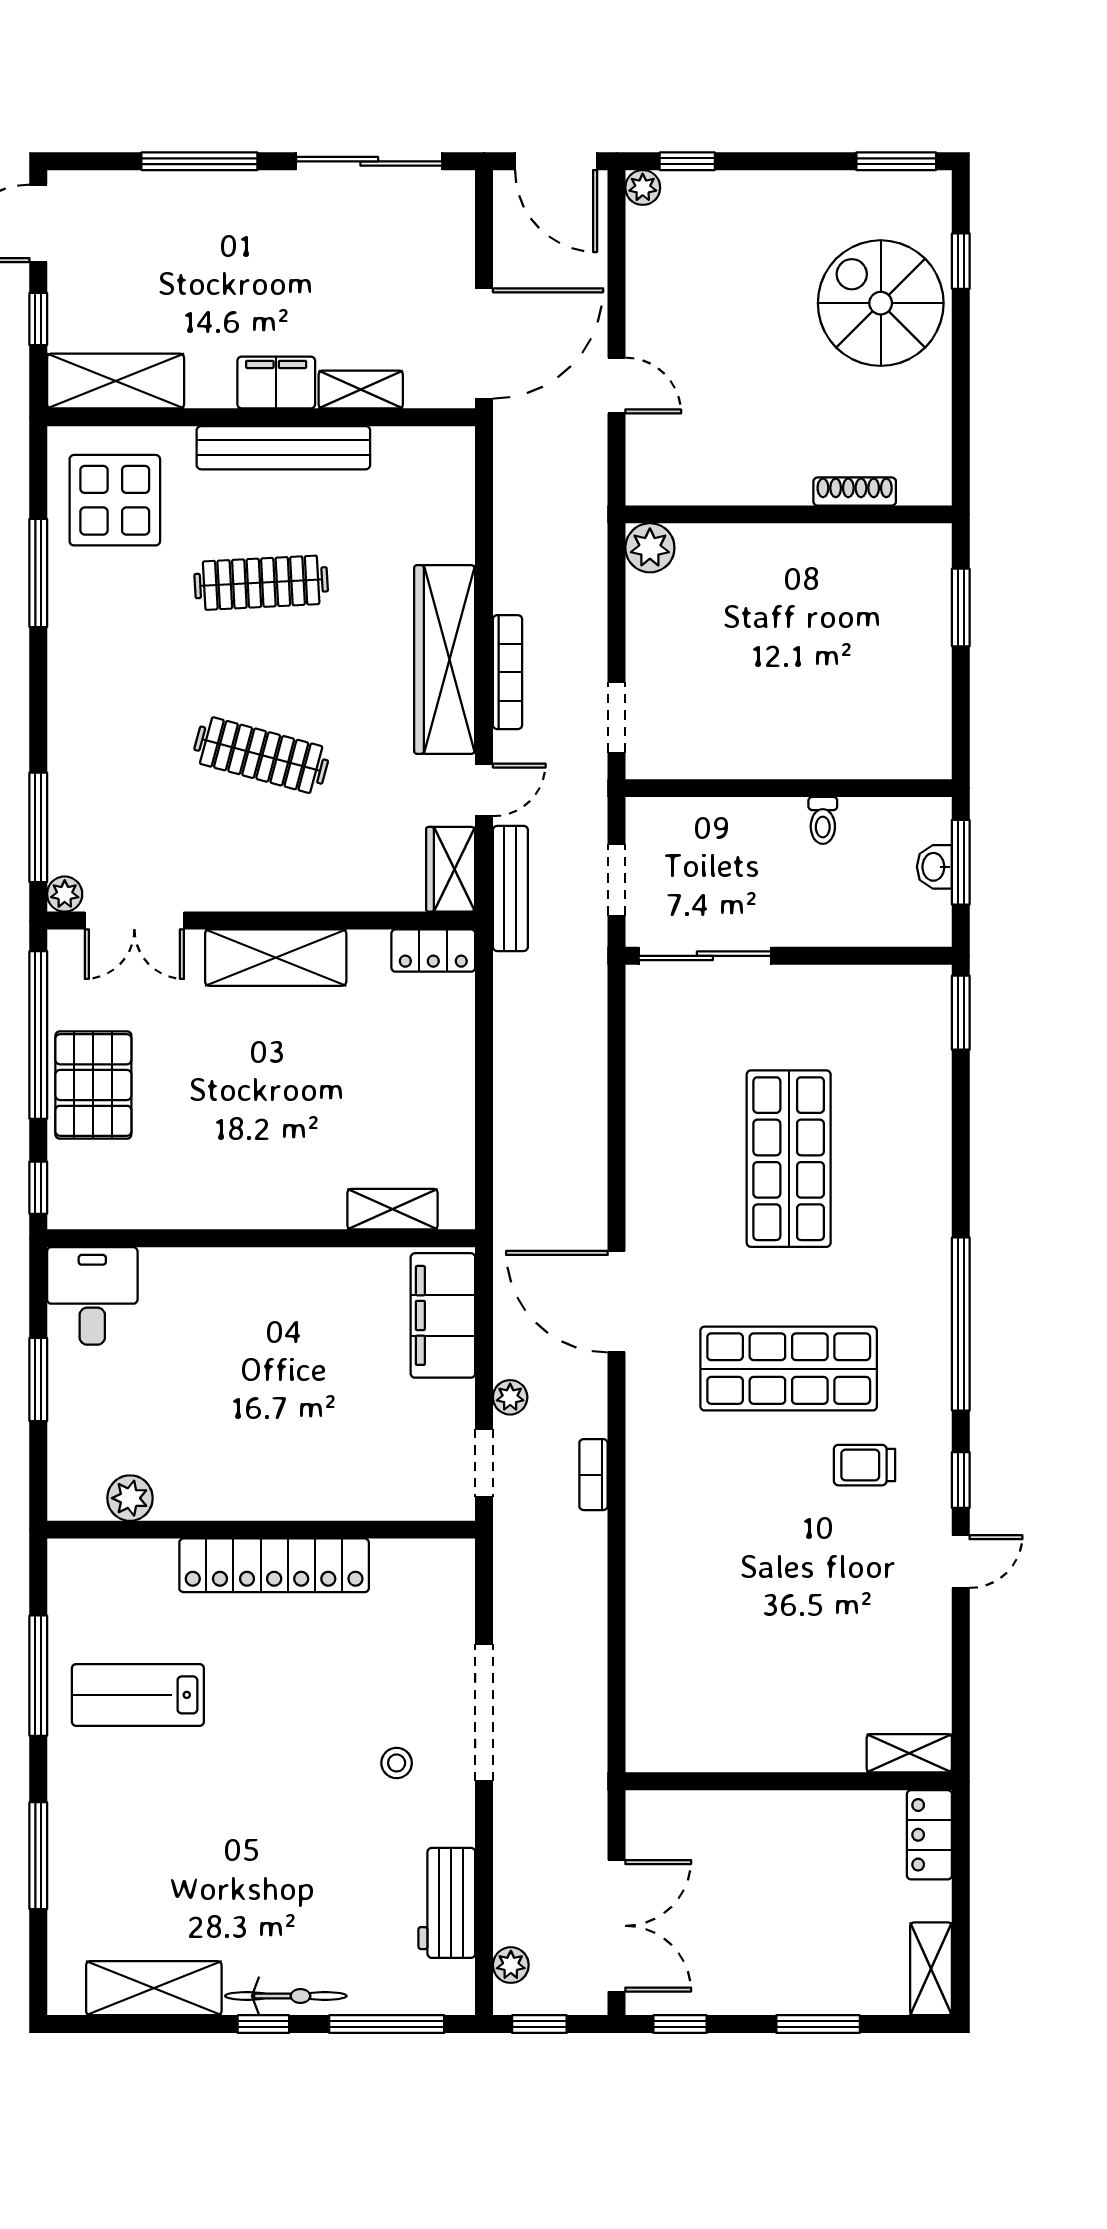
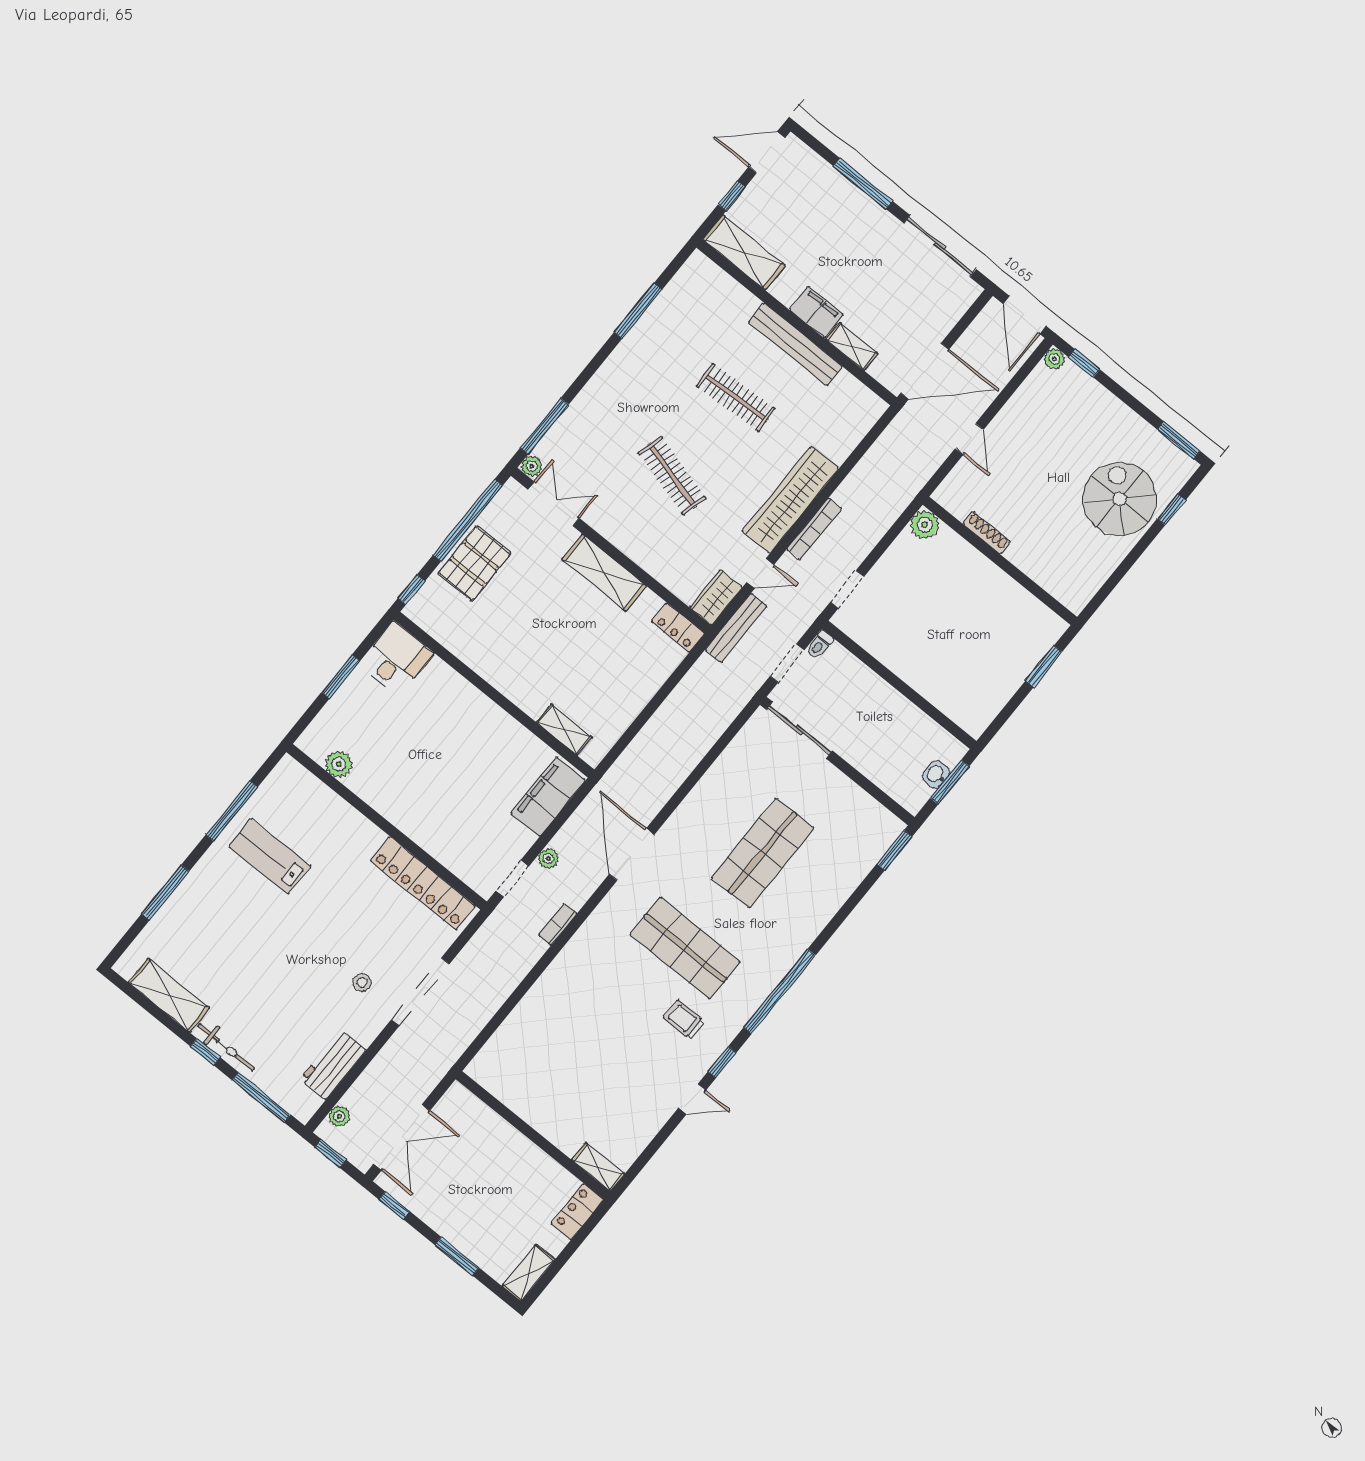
shoe rack: (855, 492) -> (987, 533), moved
display table: (115, 500) -> (700, 306), removed
toilet: (823, 820) -> (820, 645), moved
double door: (134, 921) -> (554, 504), swing flipped
locker: (274, 1565) -> (423, 883), moved

